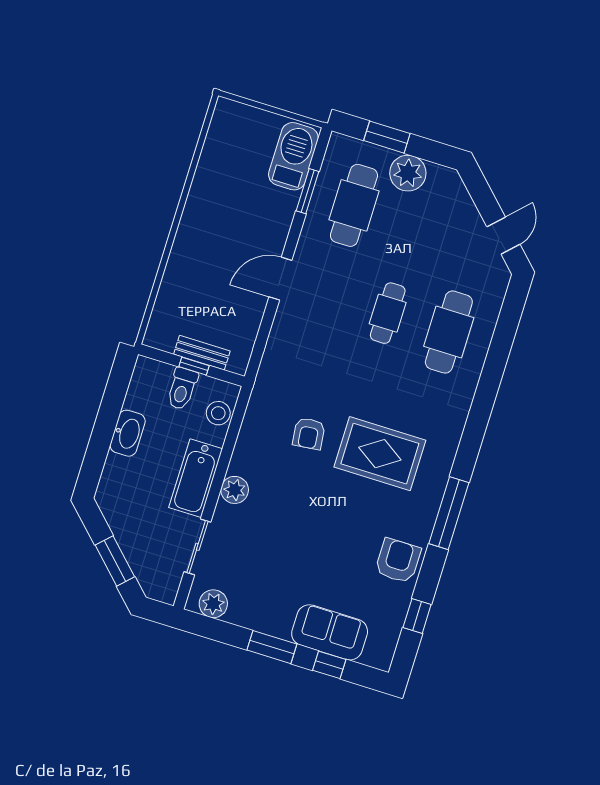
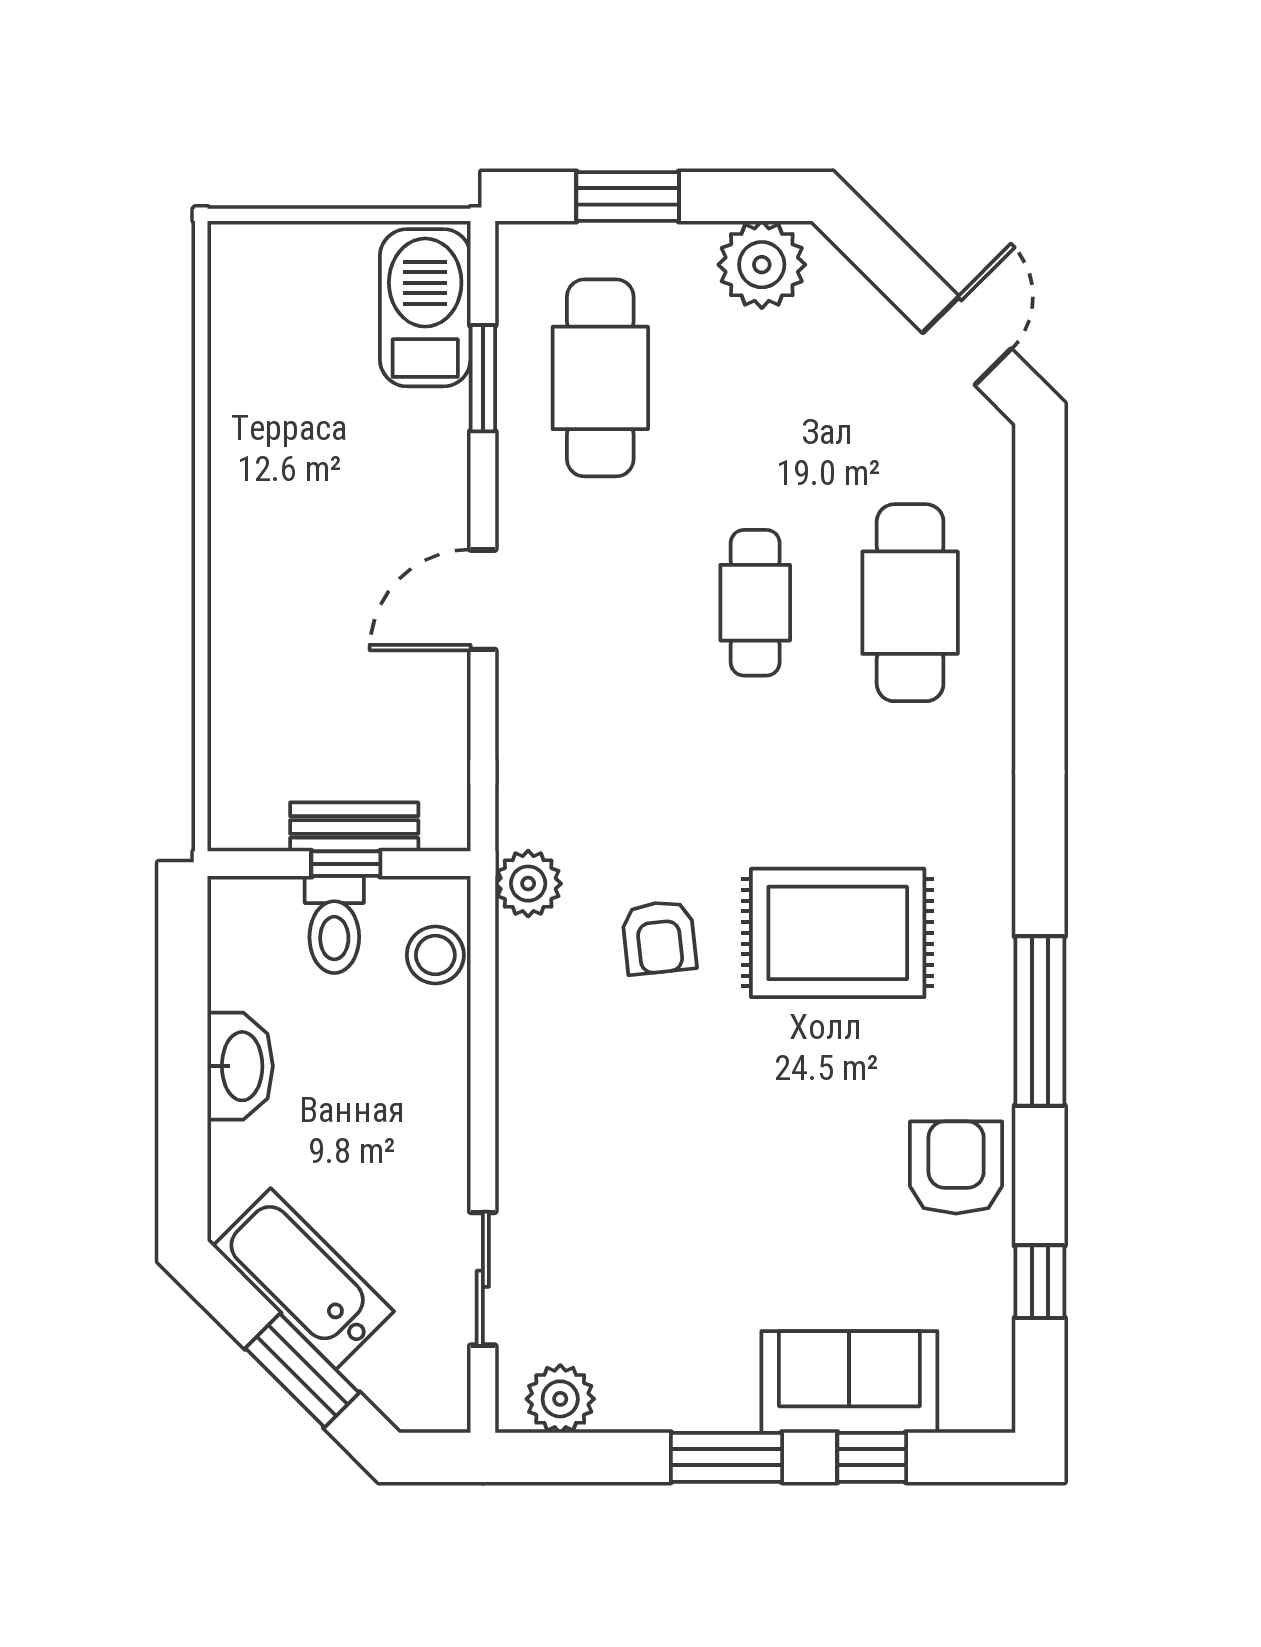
plant: (408, 173) -> (762, 265), moved
bathtub: (196, 478) -> (303, 1279), moved, turned 135
plant: (235, 490) -> (528, 884), moved

